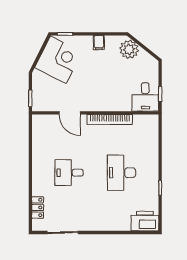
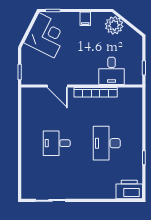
desk: (145, 97) -> (112, 71), moved
locker: (38, 207) -> (27, 176), removed

